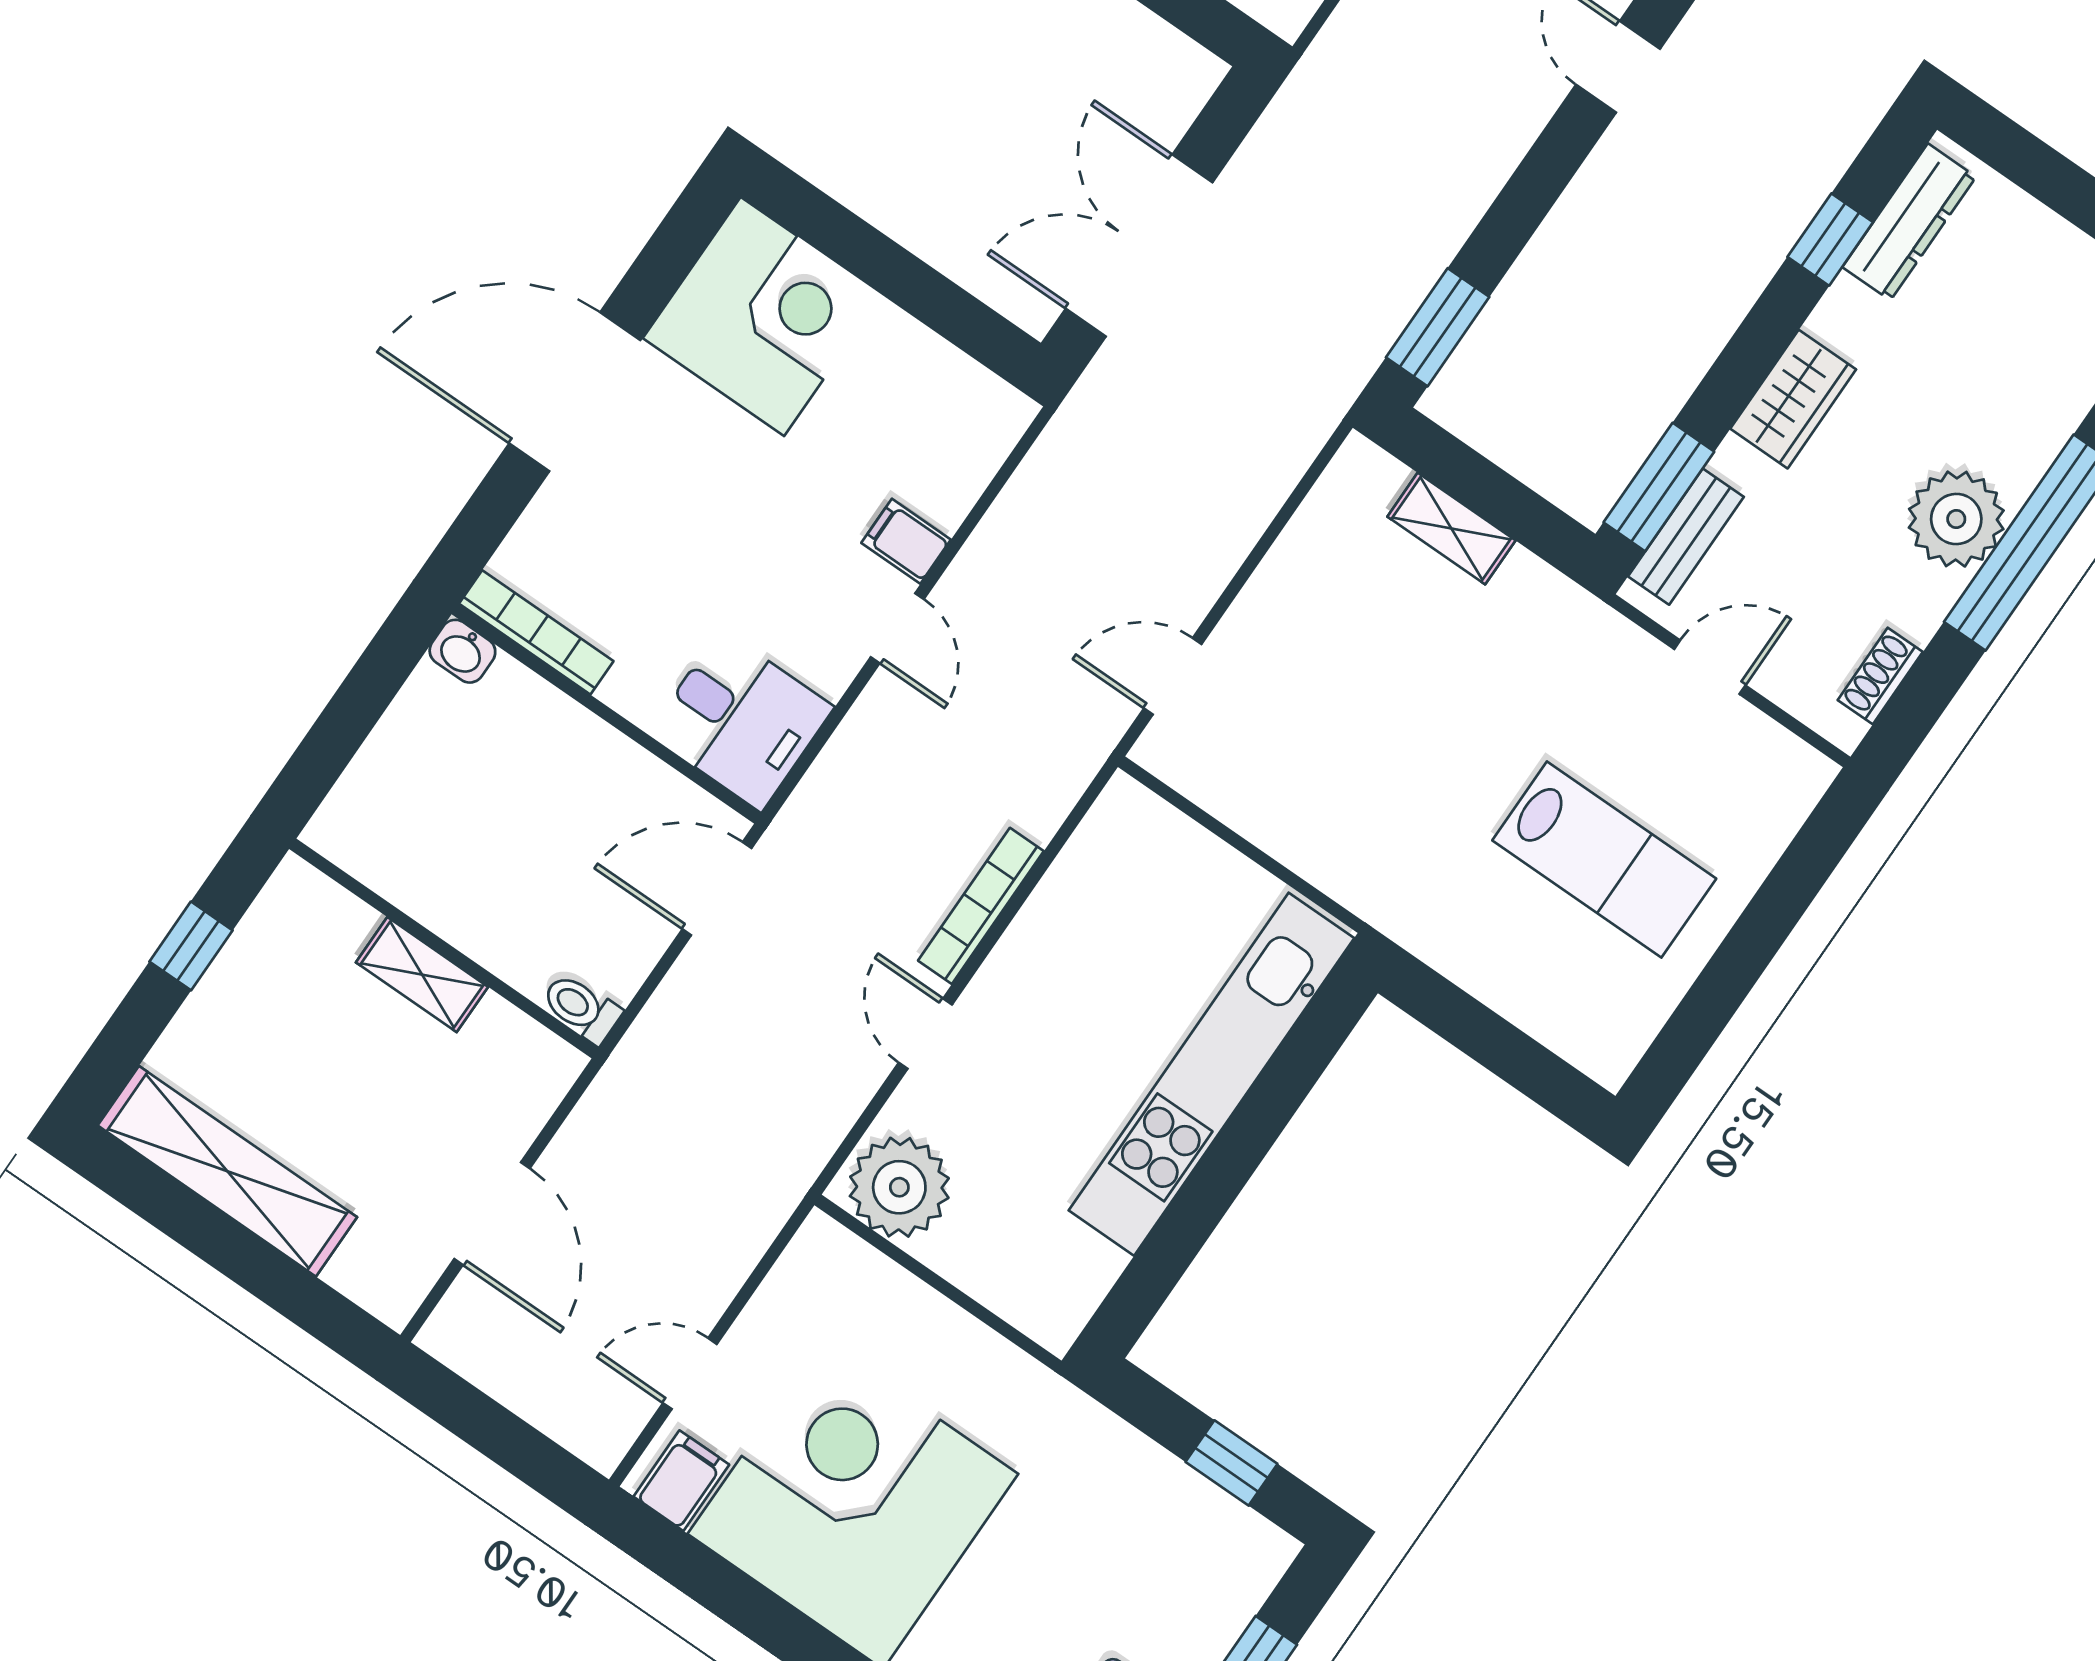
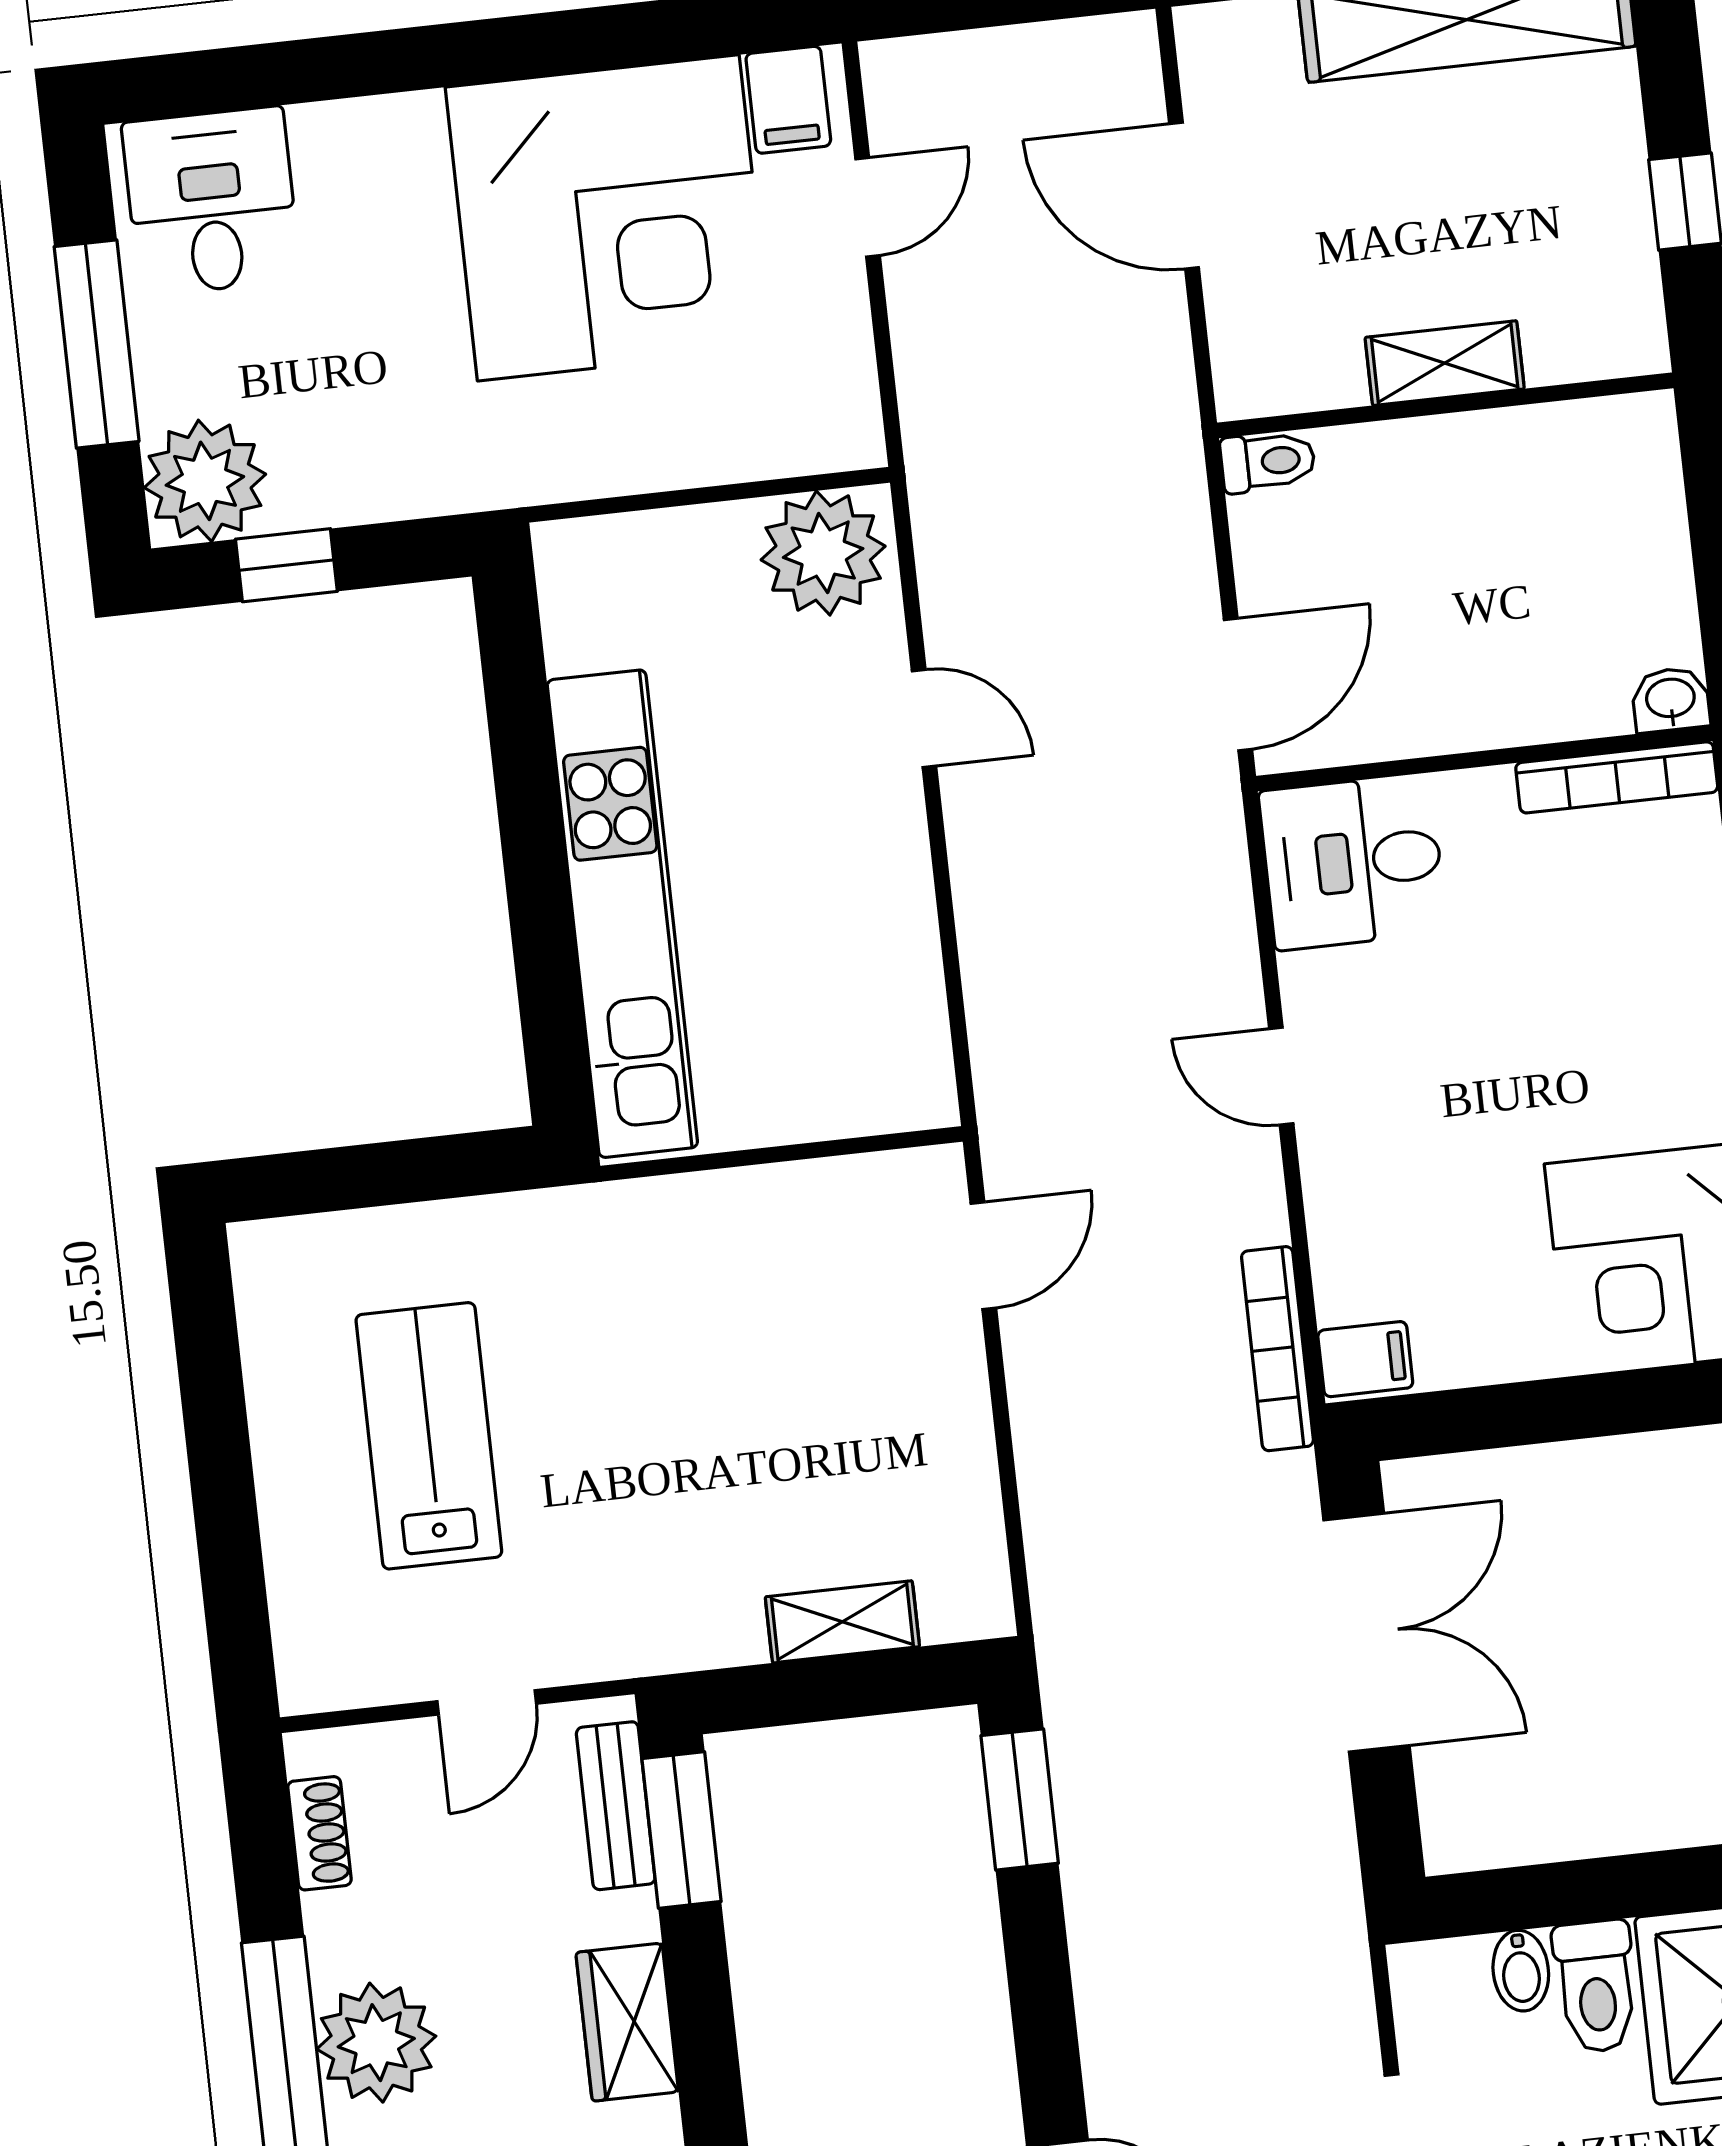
filing cabinet: (906, 541) -> (1365, 1359), moved
lab bench: (1604, 859) -> (429, 1436), turned 90
bookcase: (981, 906) -> (1277, 1349), moved, turned 180
plant: (1236, 1557) -> (205, 481), added

